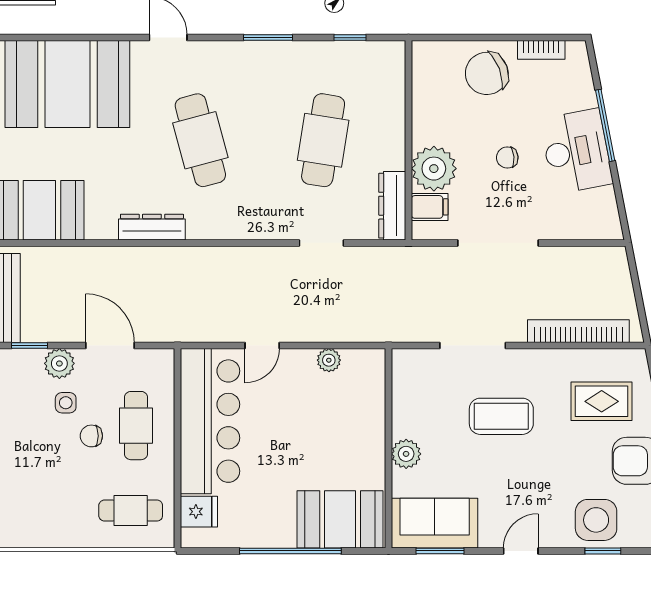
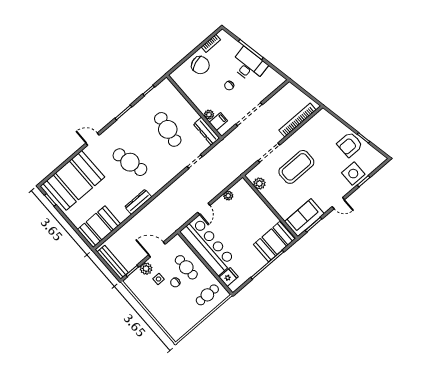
chair: (487, 73) -> (200, 65), turned -89
plant: (434, 169) -> (209, 115), width x0.53, depth x0.53
rug: (602, 401) -> (323, 135), removed
coffee table: (501, 416) -> (296, 167), width x1.36, depth x1.32
plant: (406, 454) -> (259, 183), moved
door: (521, 551) -> (338, 203), swing flipped

